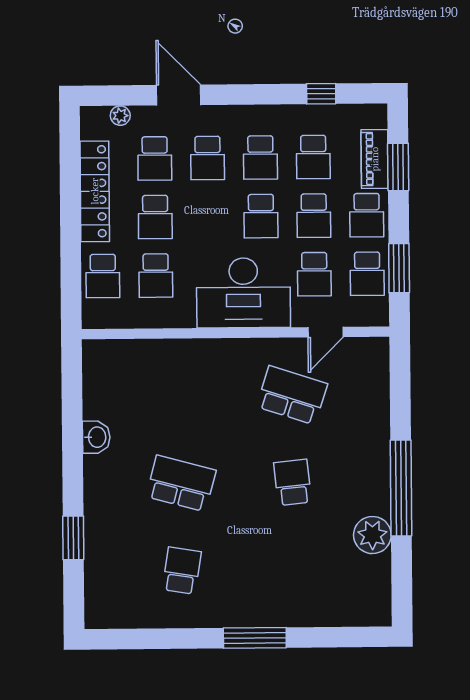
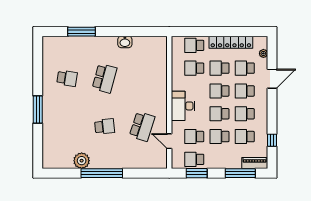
piano: (375, 159) -> (255, 163), moved
window: (398, 167) -> (240, 173), width x1.44
school desk: (367, 215) -> (220, 91), moved
desk: (243, 293) -> (183, 106), width x0.73, depth x0.77
window: (73, 538) -> (81, 32), width x1.44

